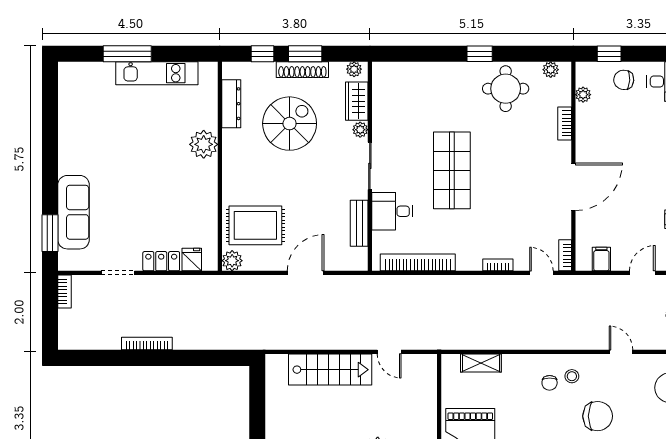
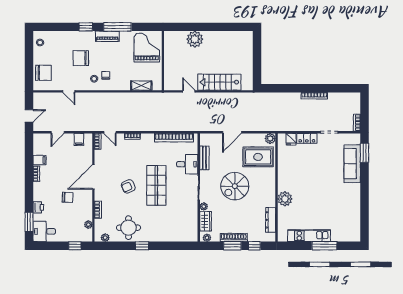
chair: (624, 80) -> (68, 197), moved
spiral stairs: (290, 124) -> (235, 186), moved
armchair: (506, 168) -> (128, 186), added

